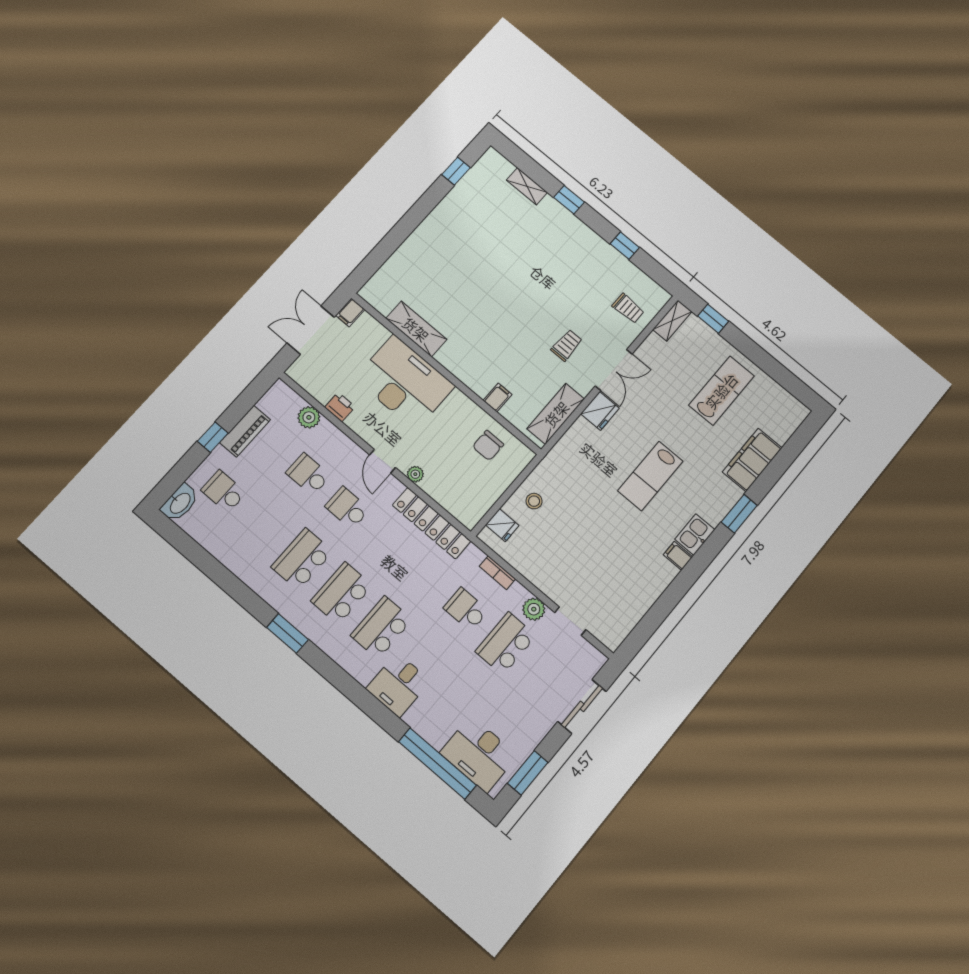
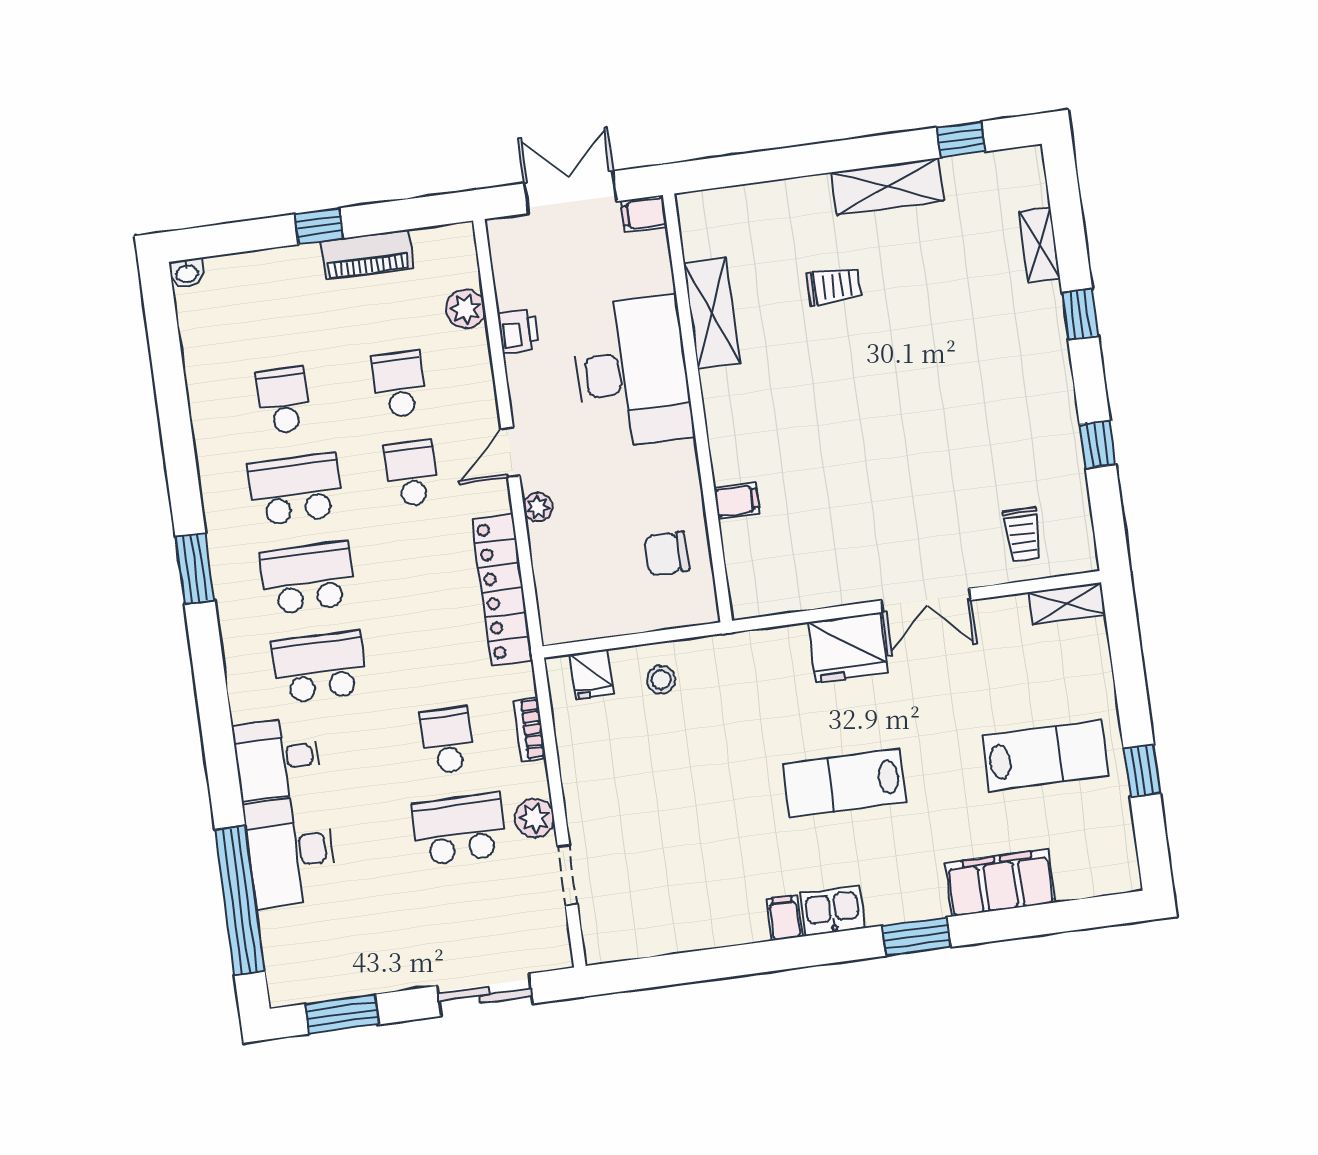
window: (713, 319) -> (1142, 771), moved
trolley: (567, 345) -> (834, 286), moved
fridge: (600, 411) -> (848, 648), width x1.36, depth x1.34
shelving: (556, 414) -> (887, 187), moved
school desk: (224, 491) -> (284, 400), moved
washbasin: (180, 503) -> (187, 273), width x0.52, depth x0.69
desk: (479, 754) -> (290, 851), moved

